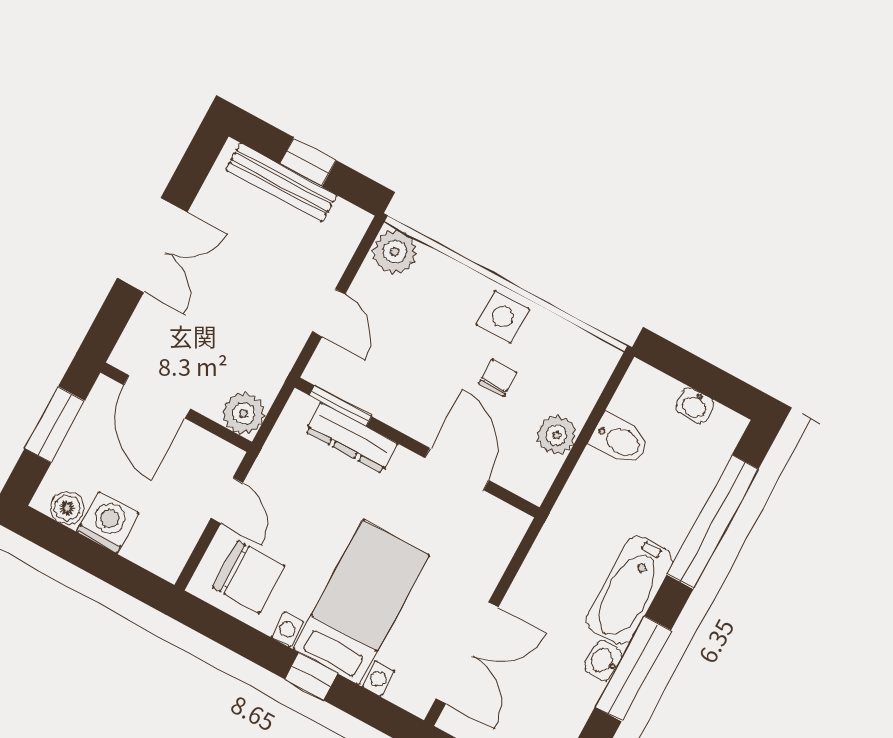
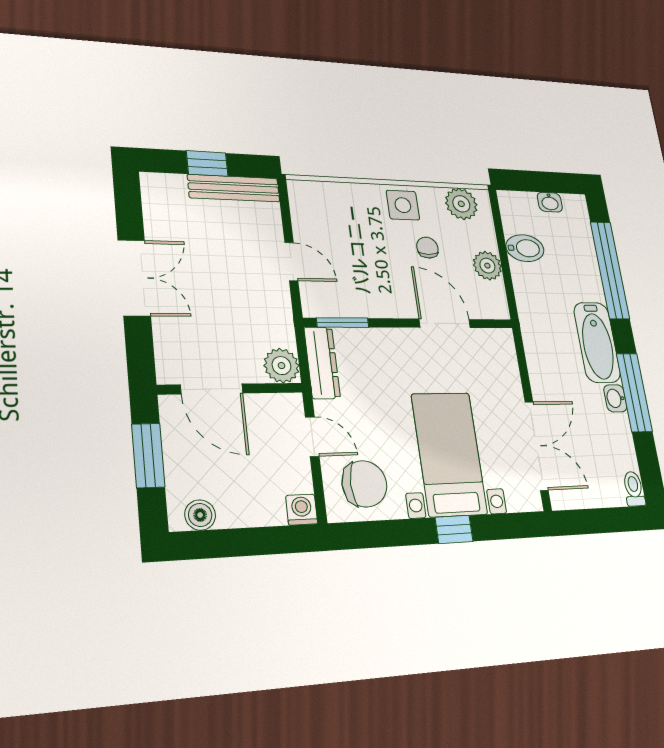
bench: (281, 182) -> (234, 188), moved
plant: (395, 252) -> (461, 204), moved
dresser: (352, 438) -> (322, 363), moved, turned -90
washing machine: (108, 522) -> (302, 510), moved, width x0.73, depth x0.73

